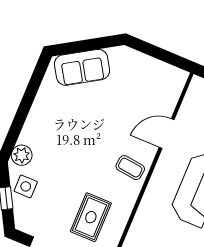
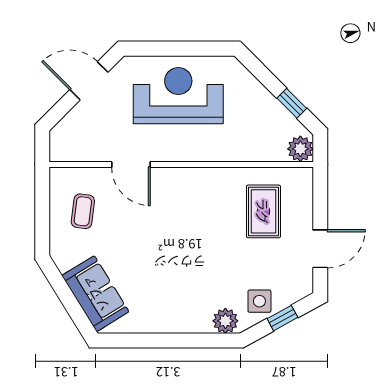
coffee table: (130, 168) -> (83, 211), moved
rug: (91, 217) -> (263, 211), turned 90

